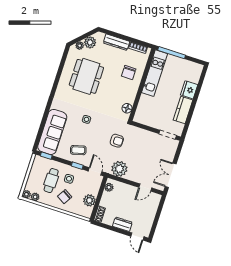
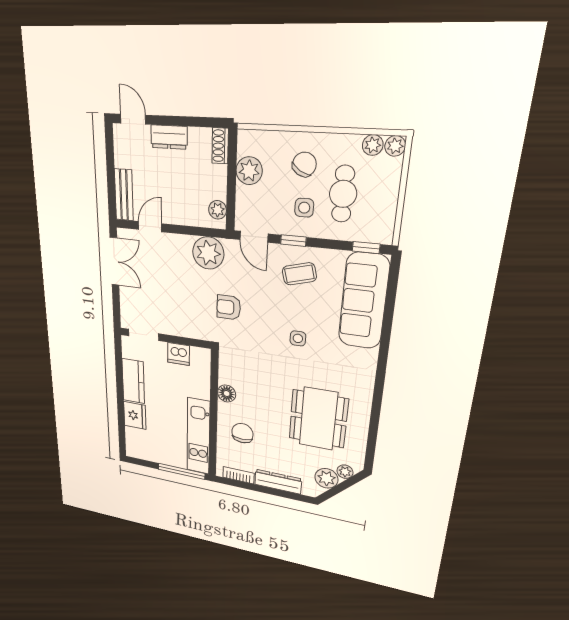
floor lamp: (127, 108) -> (227, 393), moved
dishwasher: (151, 121) -> (179, 354), added
bench: (154, 205) -> (124, 195), added

